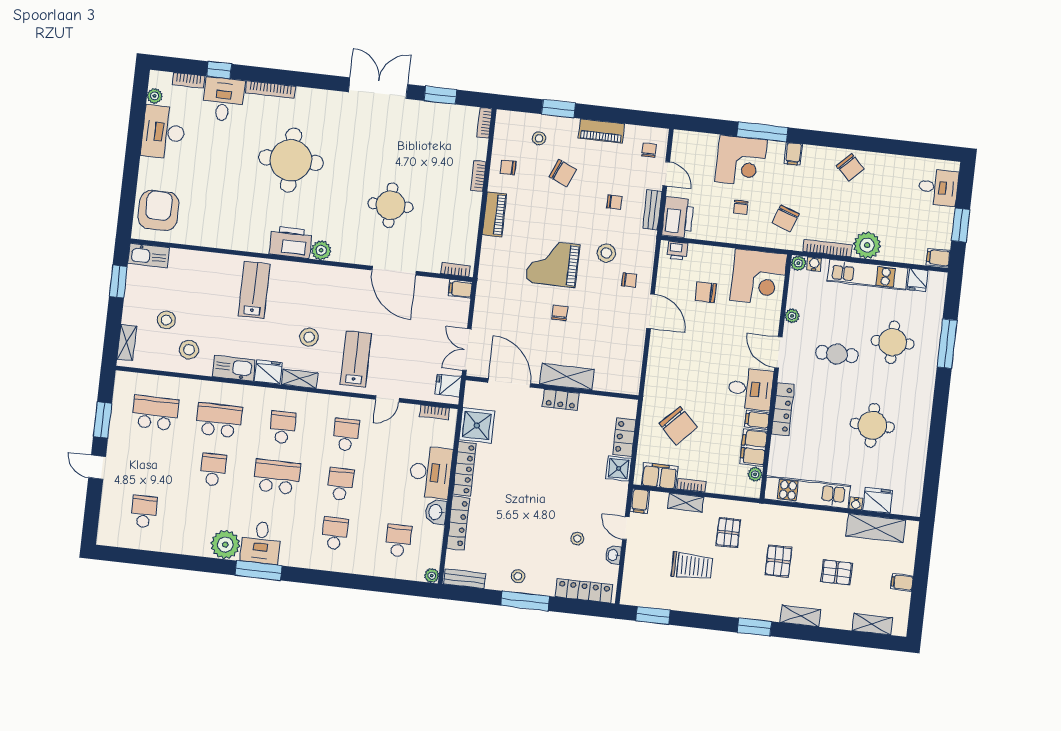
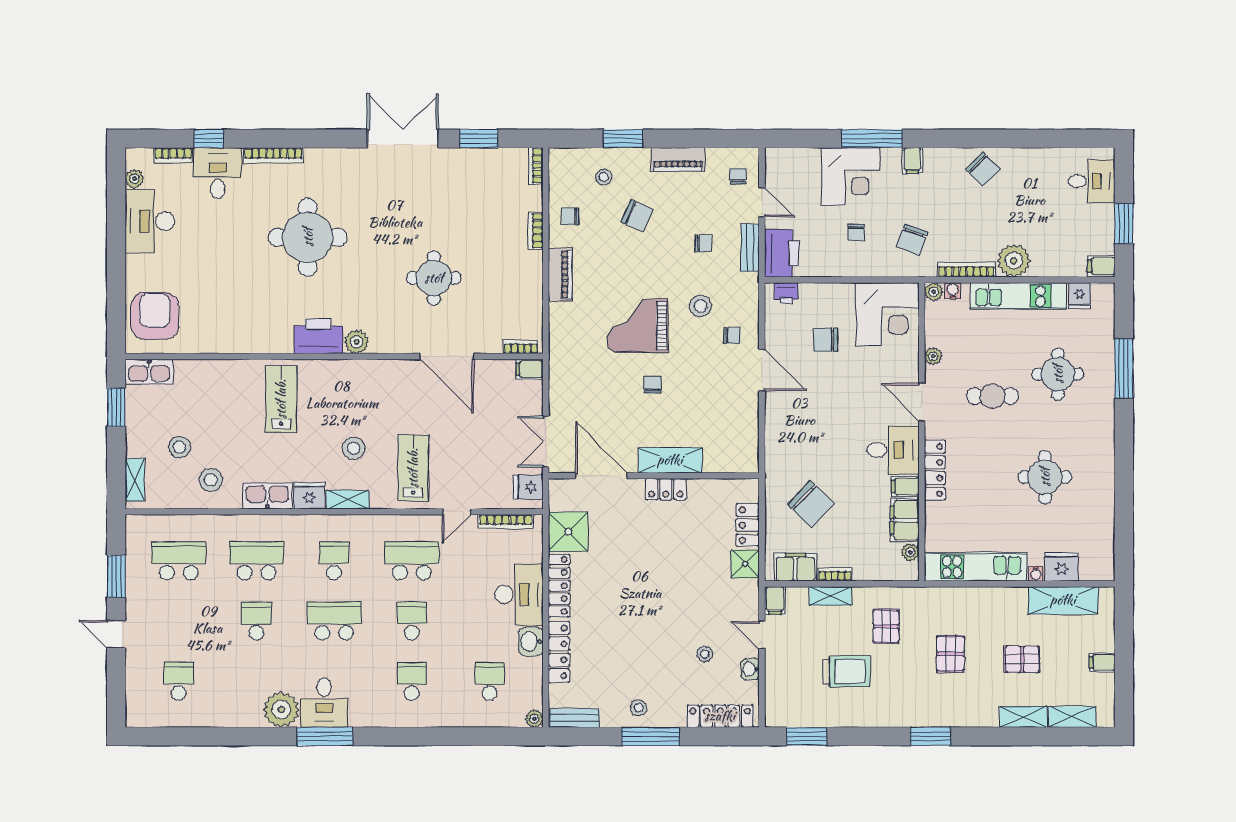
bookcase: (435, 412) -> (506, 522), width x1.56
school desk: (346, 435) -> (412, 561), width x1.85
shelving: (800, 616) -> (1023, 717), moved

